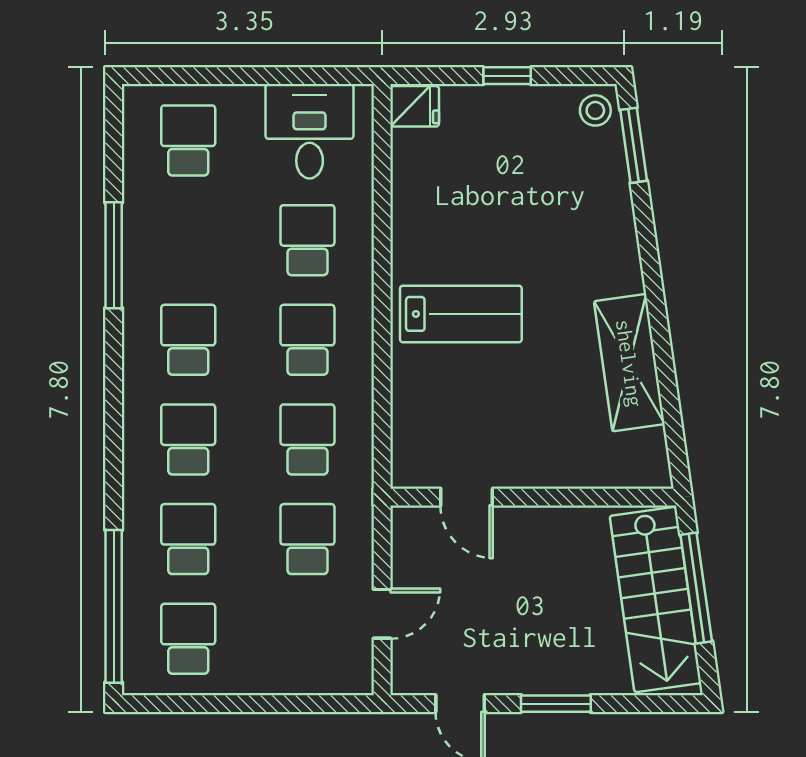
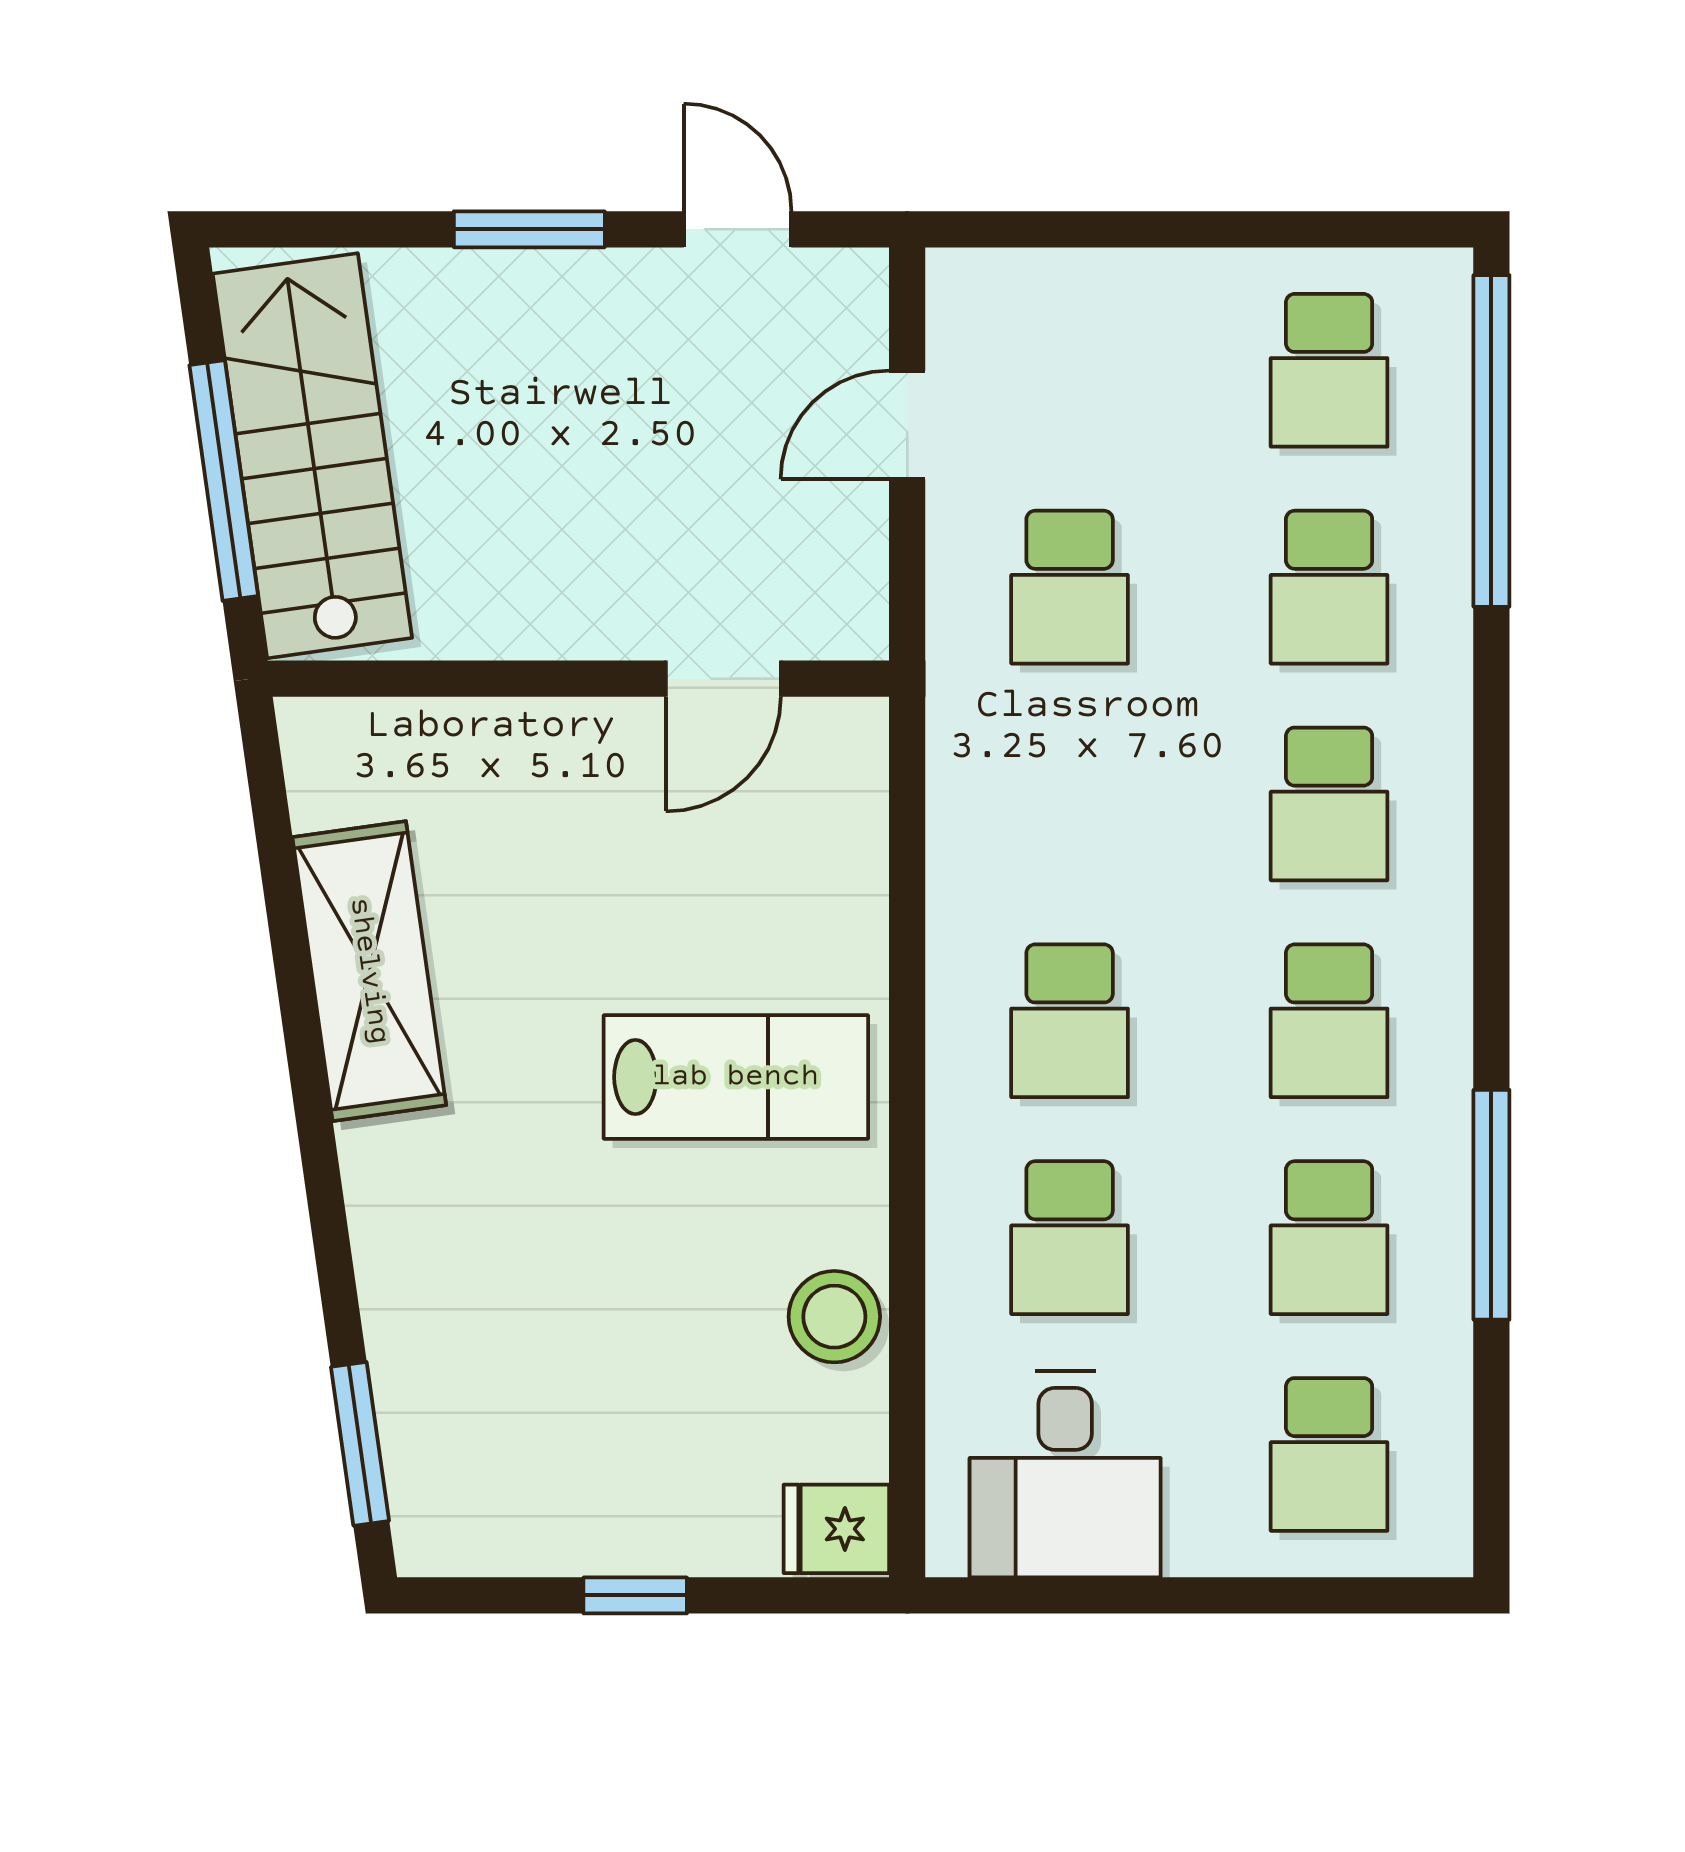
stool: (595, 110) -> (834, 1317), moved, width x1.37, depth x1.37
lab bench: (461, 314) -> (736, 1077), turned 180
school desk: (307, 439) -> (1329, 1238), moved
door: (467, 497) -> (723, 679), swing flipped

